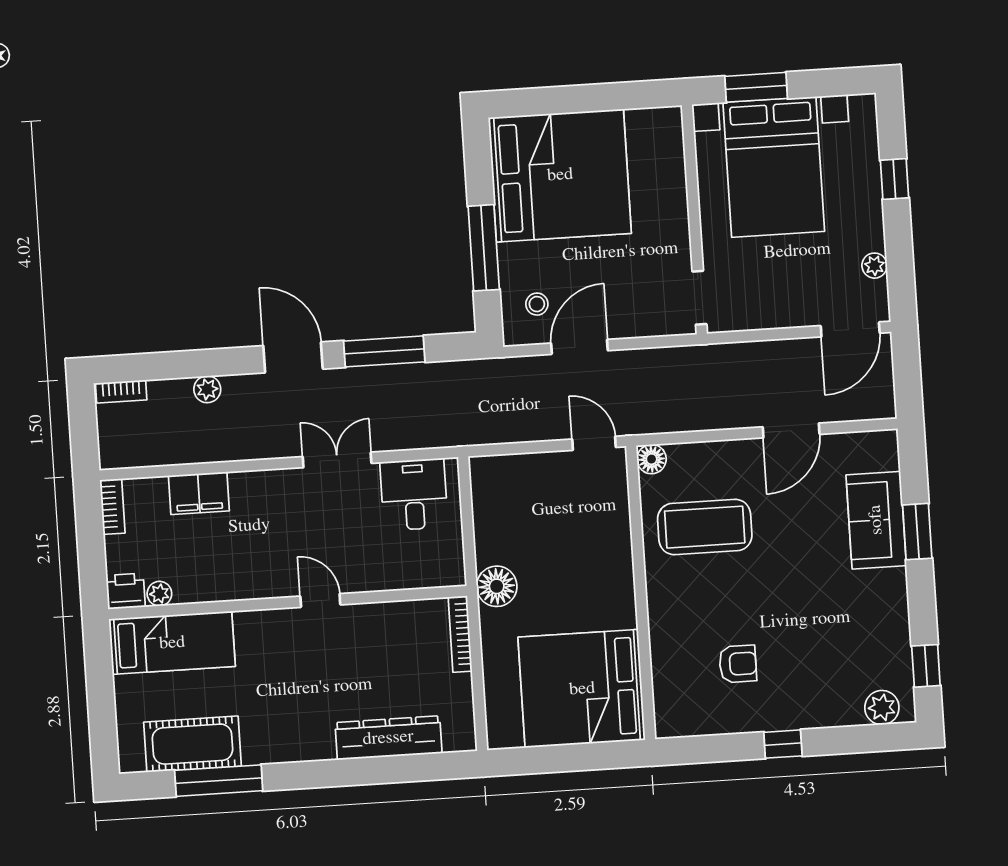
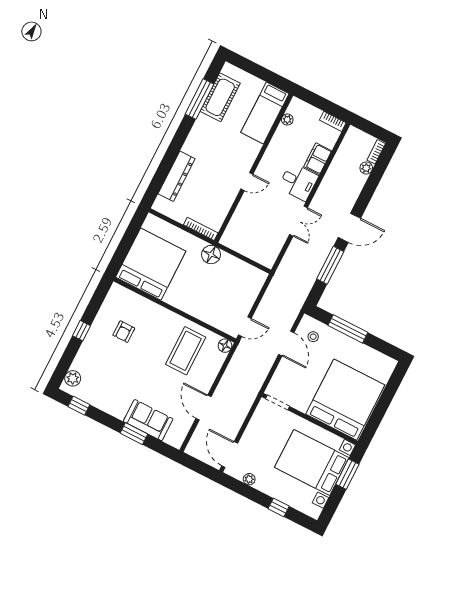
bed: (560, 175) -> (345, 400), moved, turned 180
plant: (207, 389) -> (366, 168), moved
desk: (414, 494) -> (298, 182), moved
printer: (126, 591) -> (296, 107), removed

